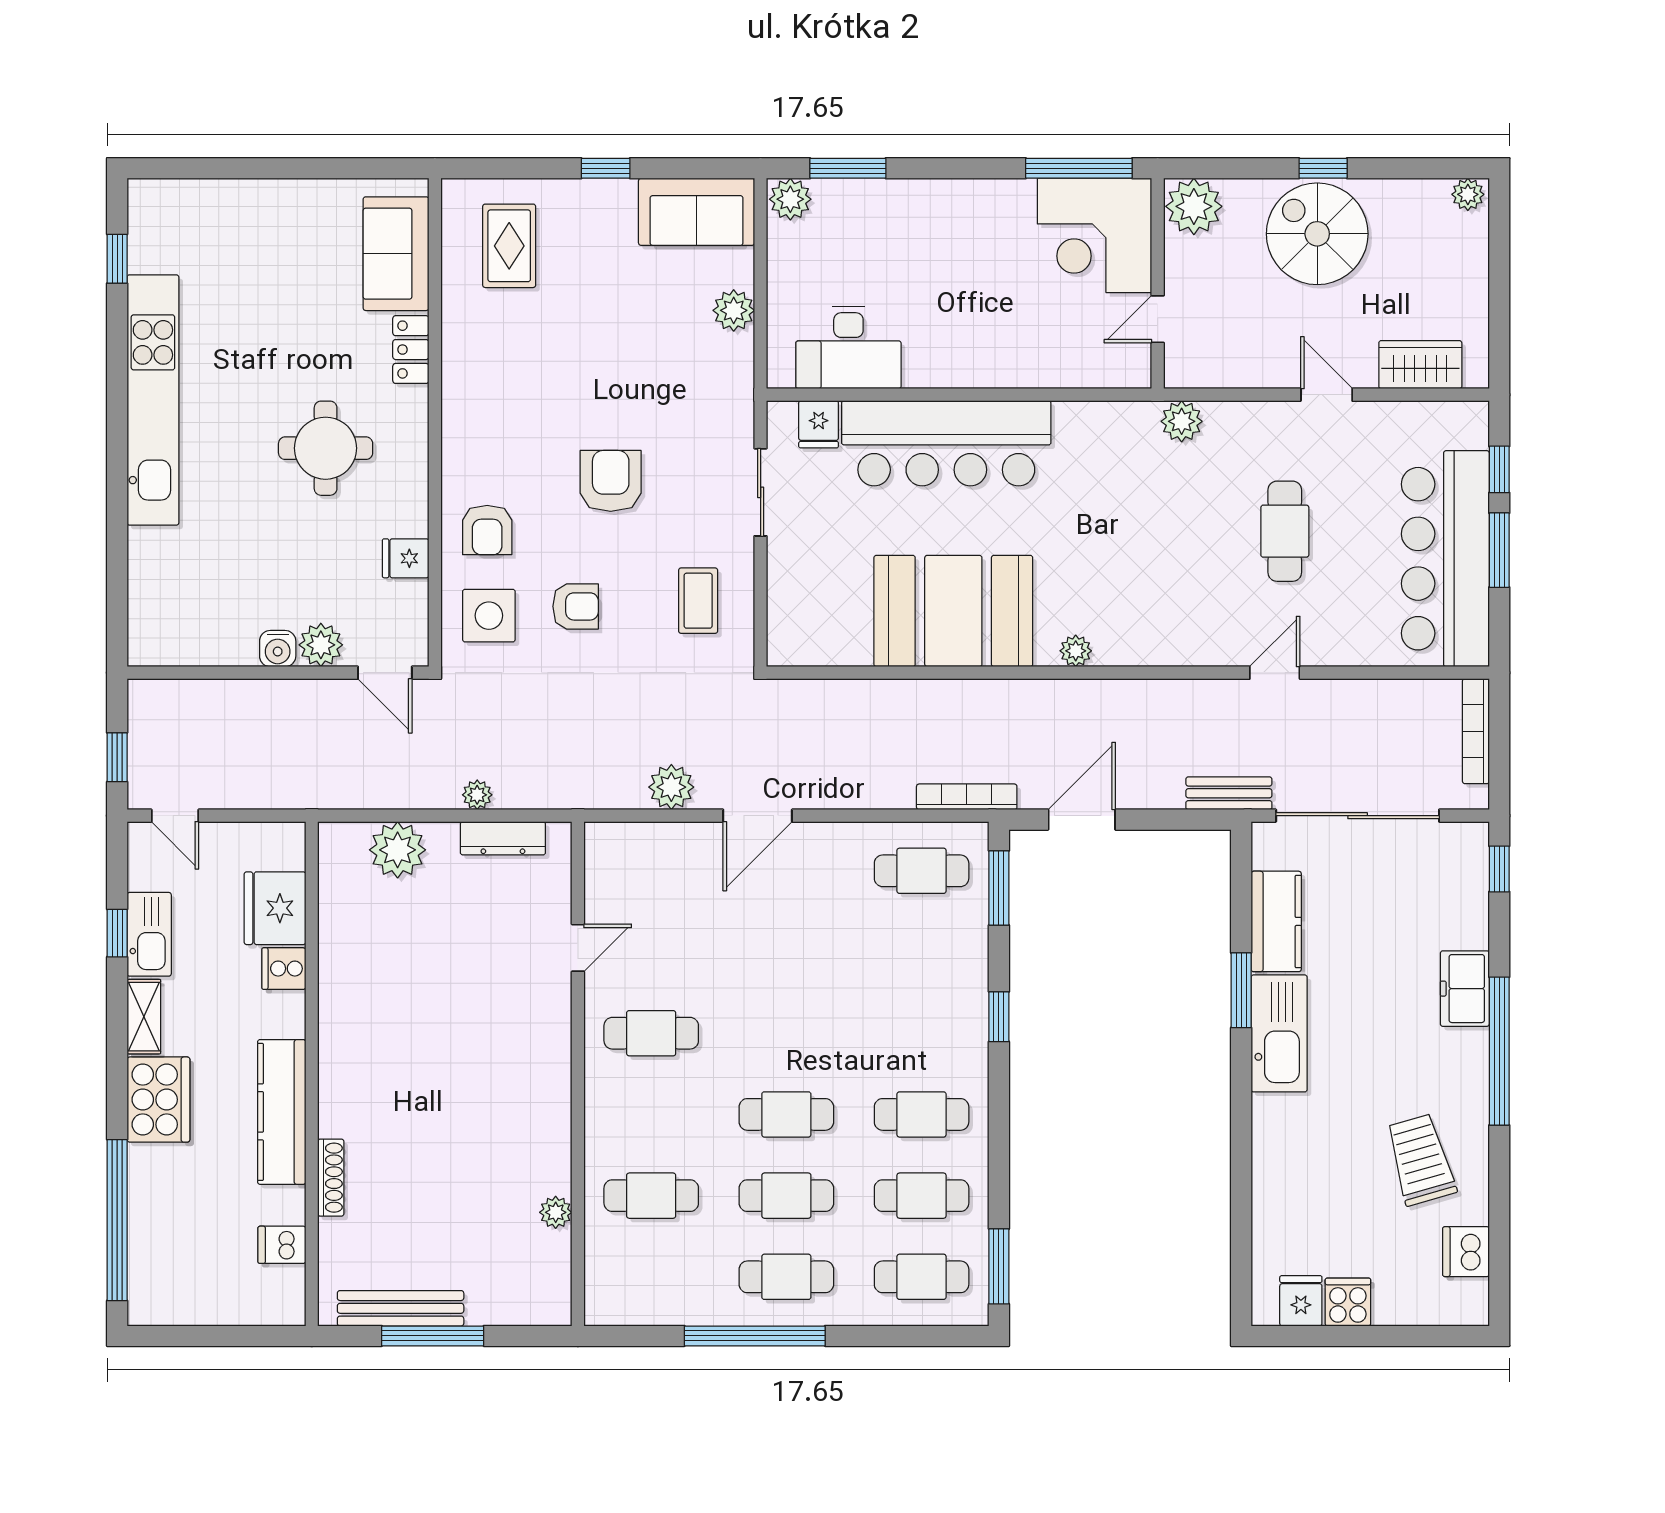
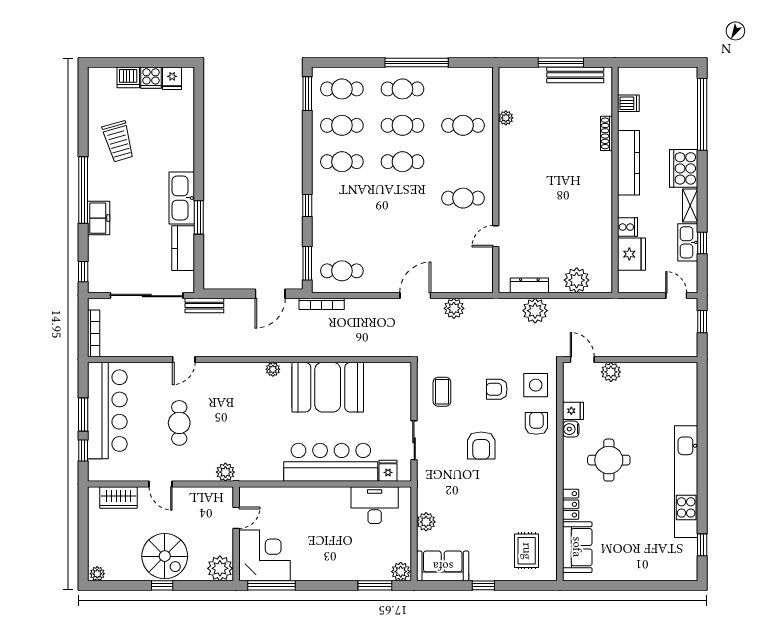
water cooler: (278, 649) -> (571, 429), moved, turned -90
plant: (477, 795) -> (535, 311), width x1.87, depth x1.87
dishwasher: (1466, 1252) -> (128, 77), moved, turned 90

